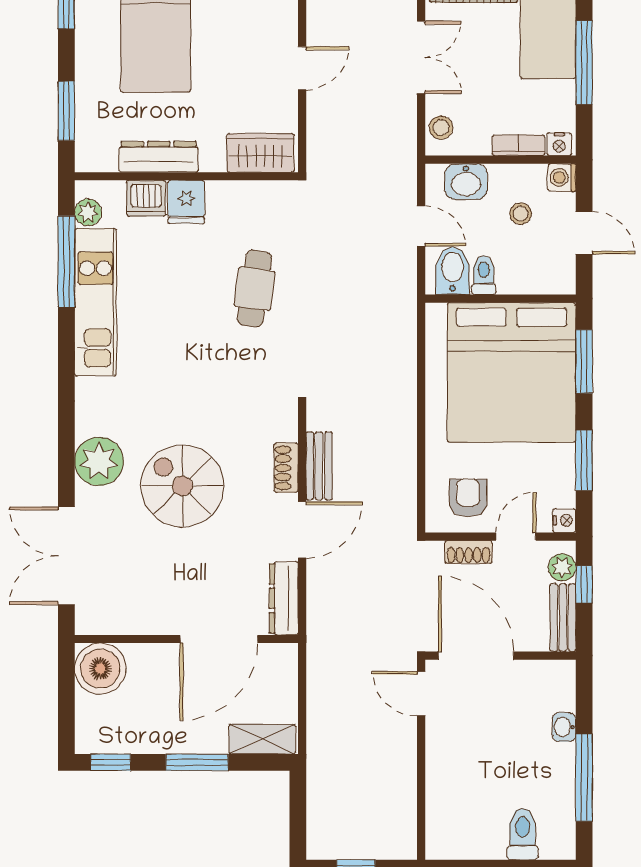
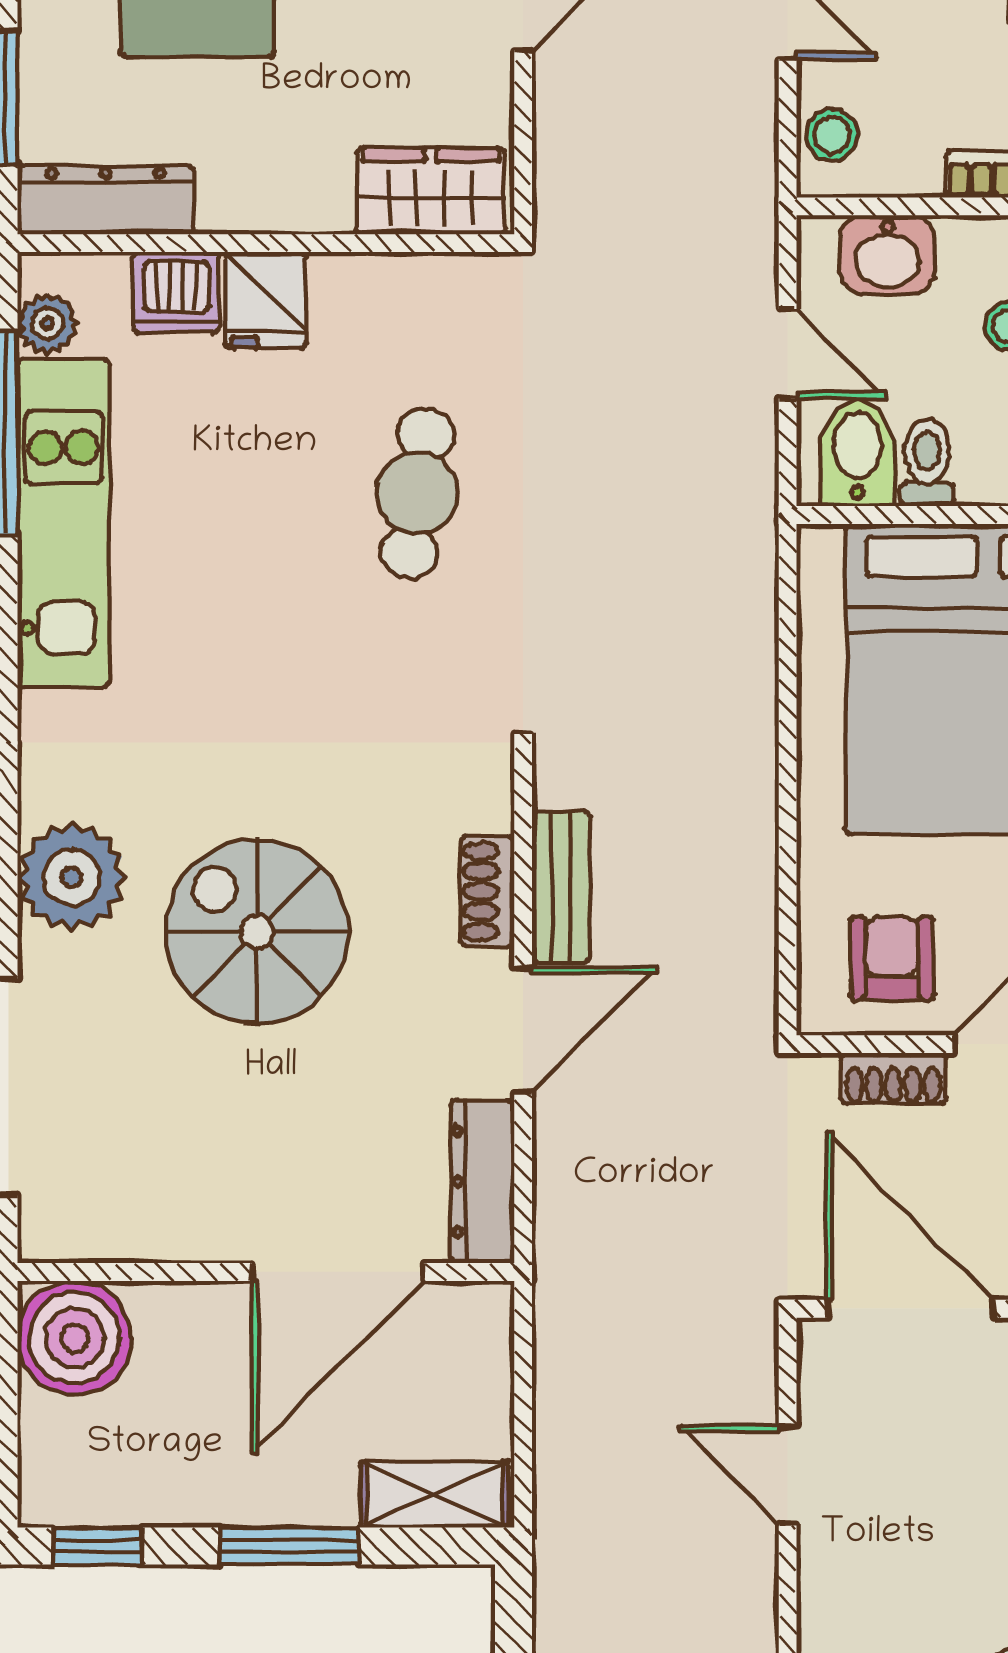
dresser: (159, 157) -> (105, 200), moved
door: (421, 694) -> (788, 1475), moved

